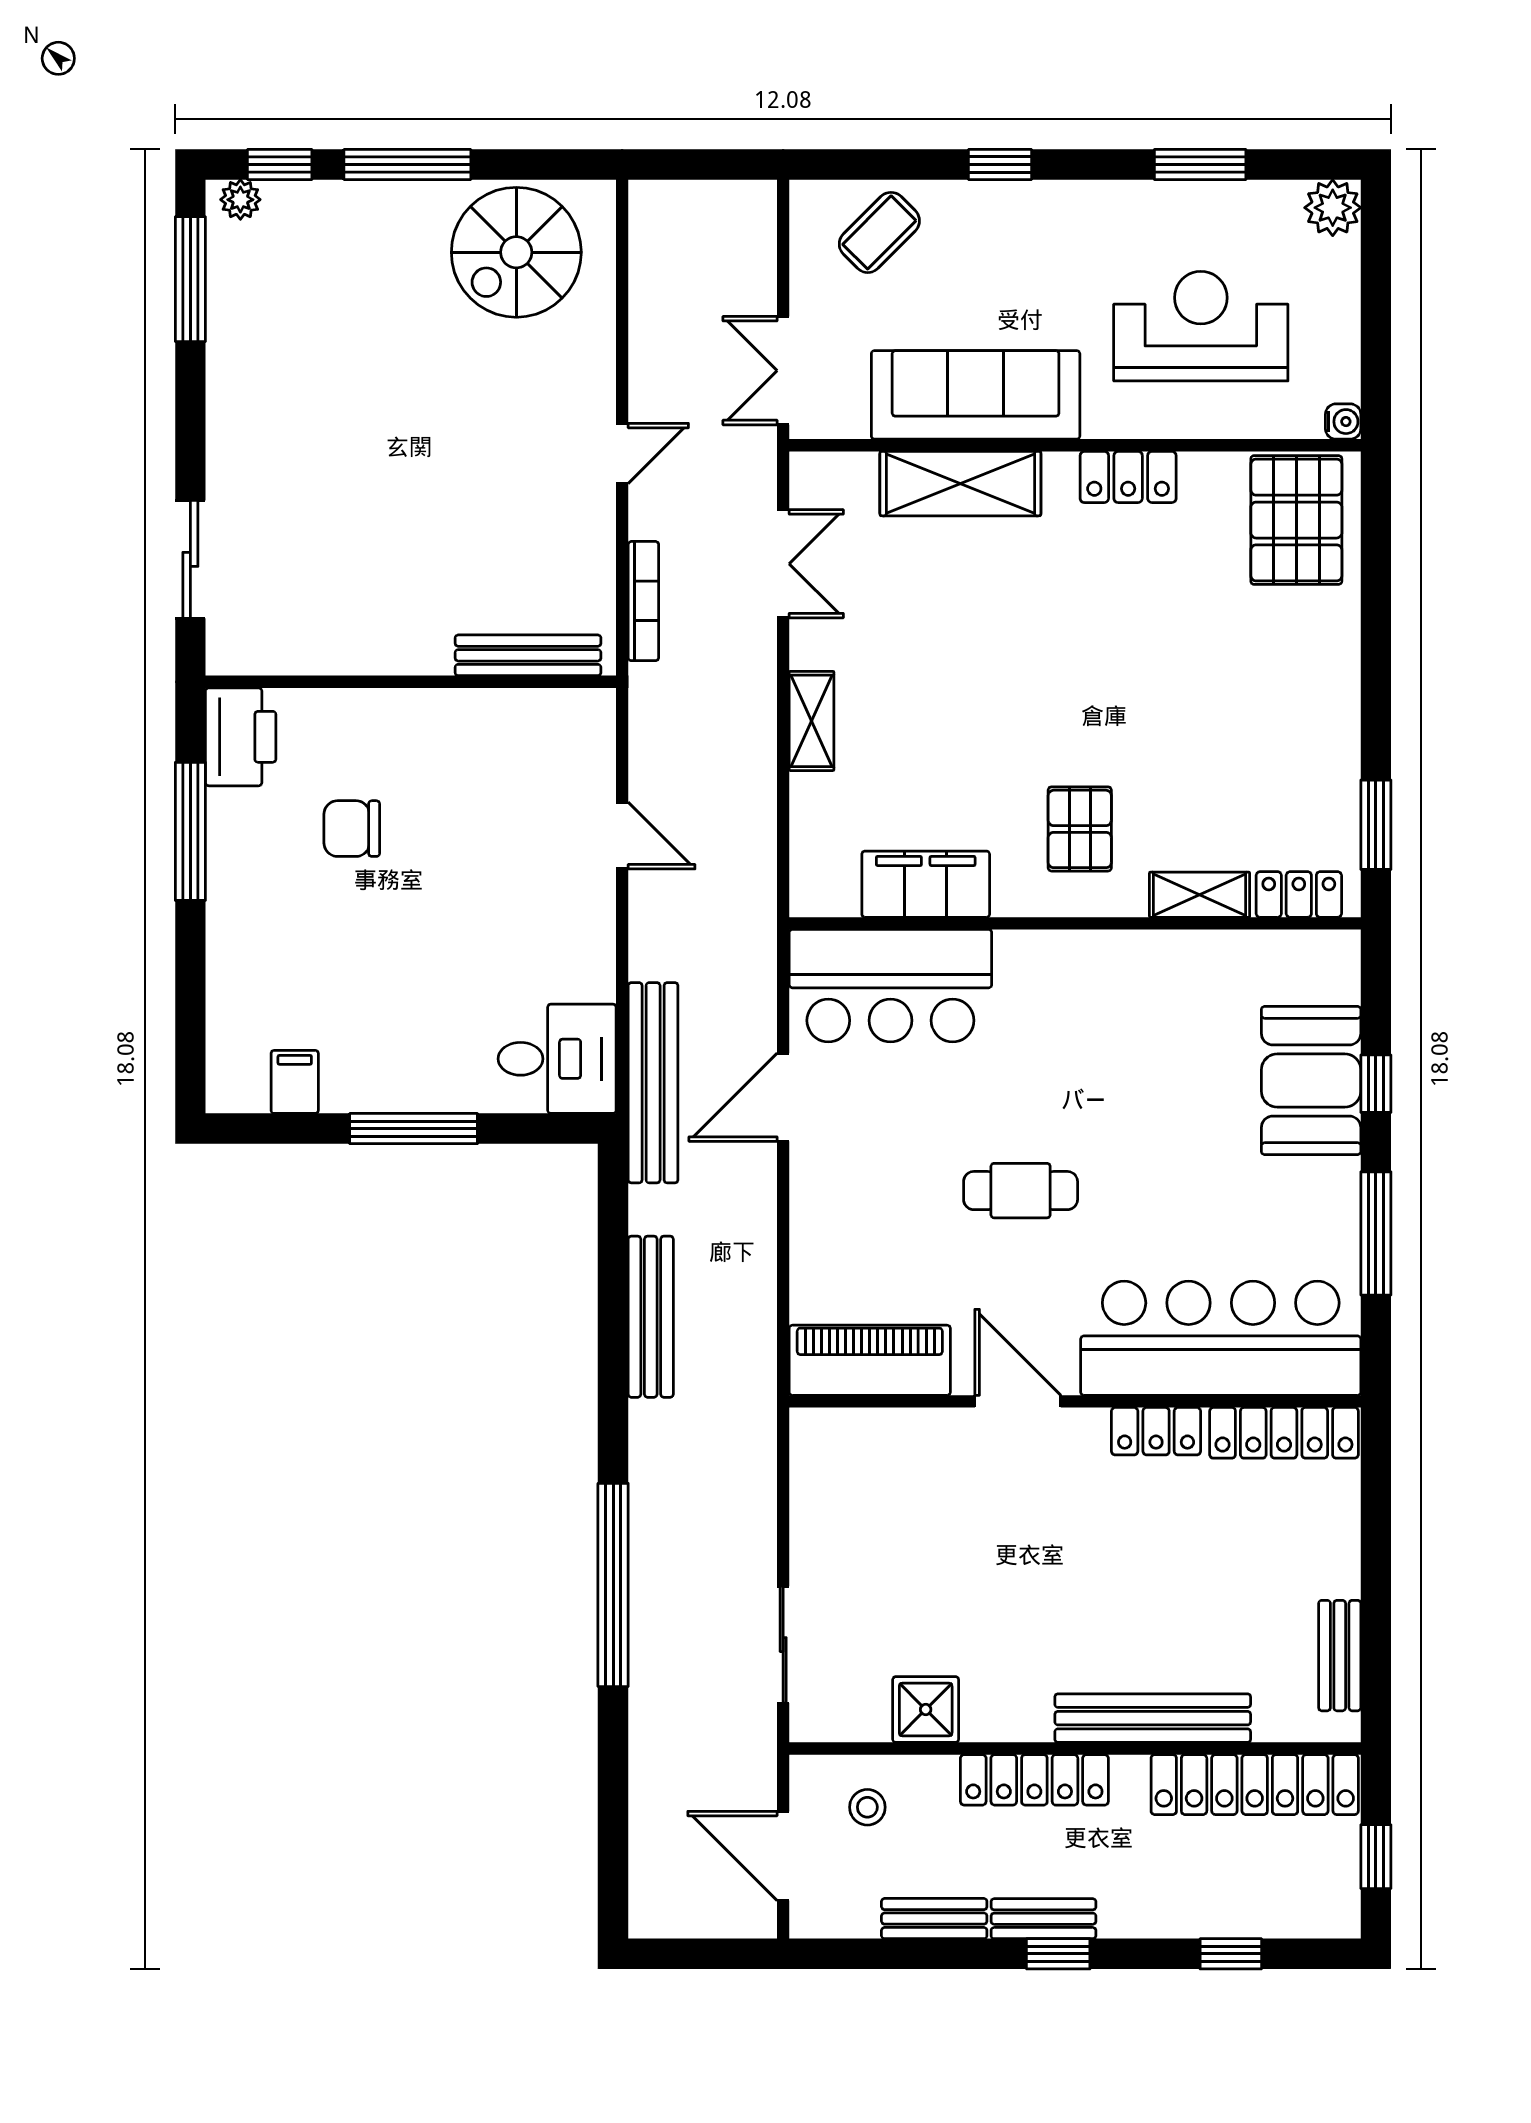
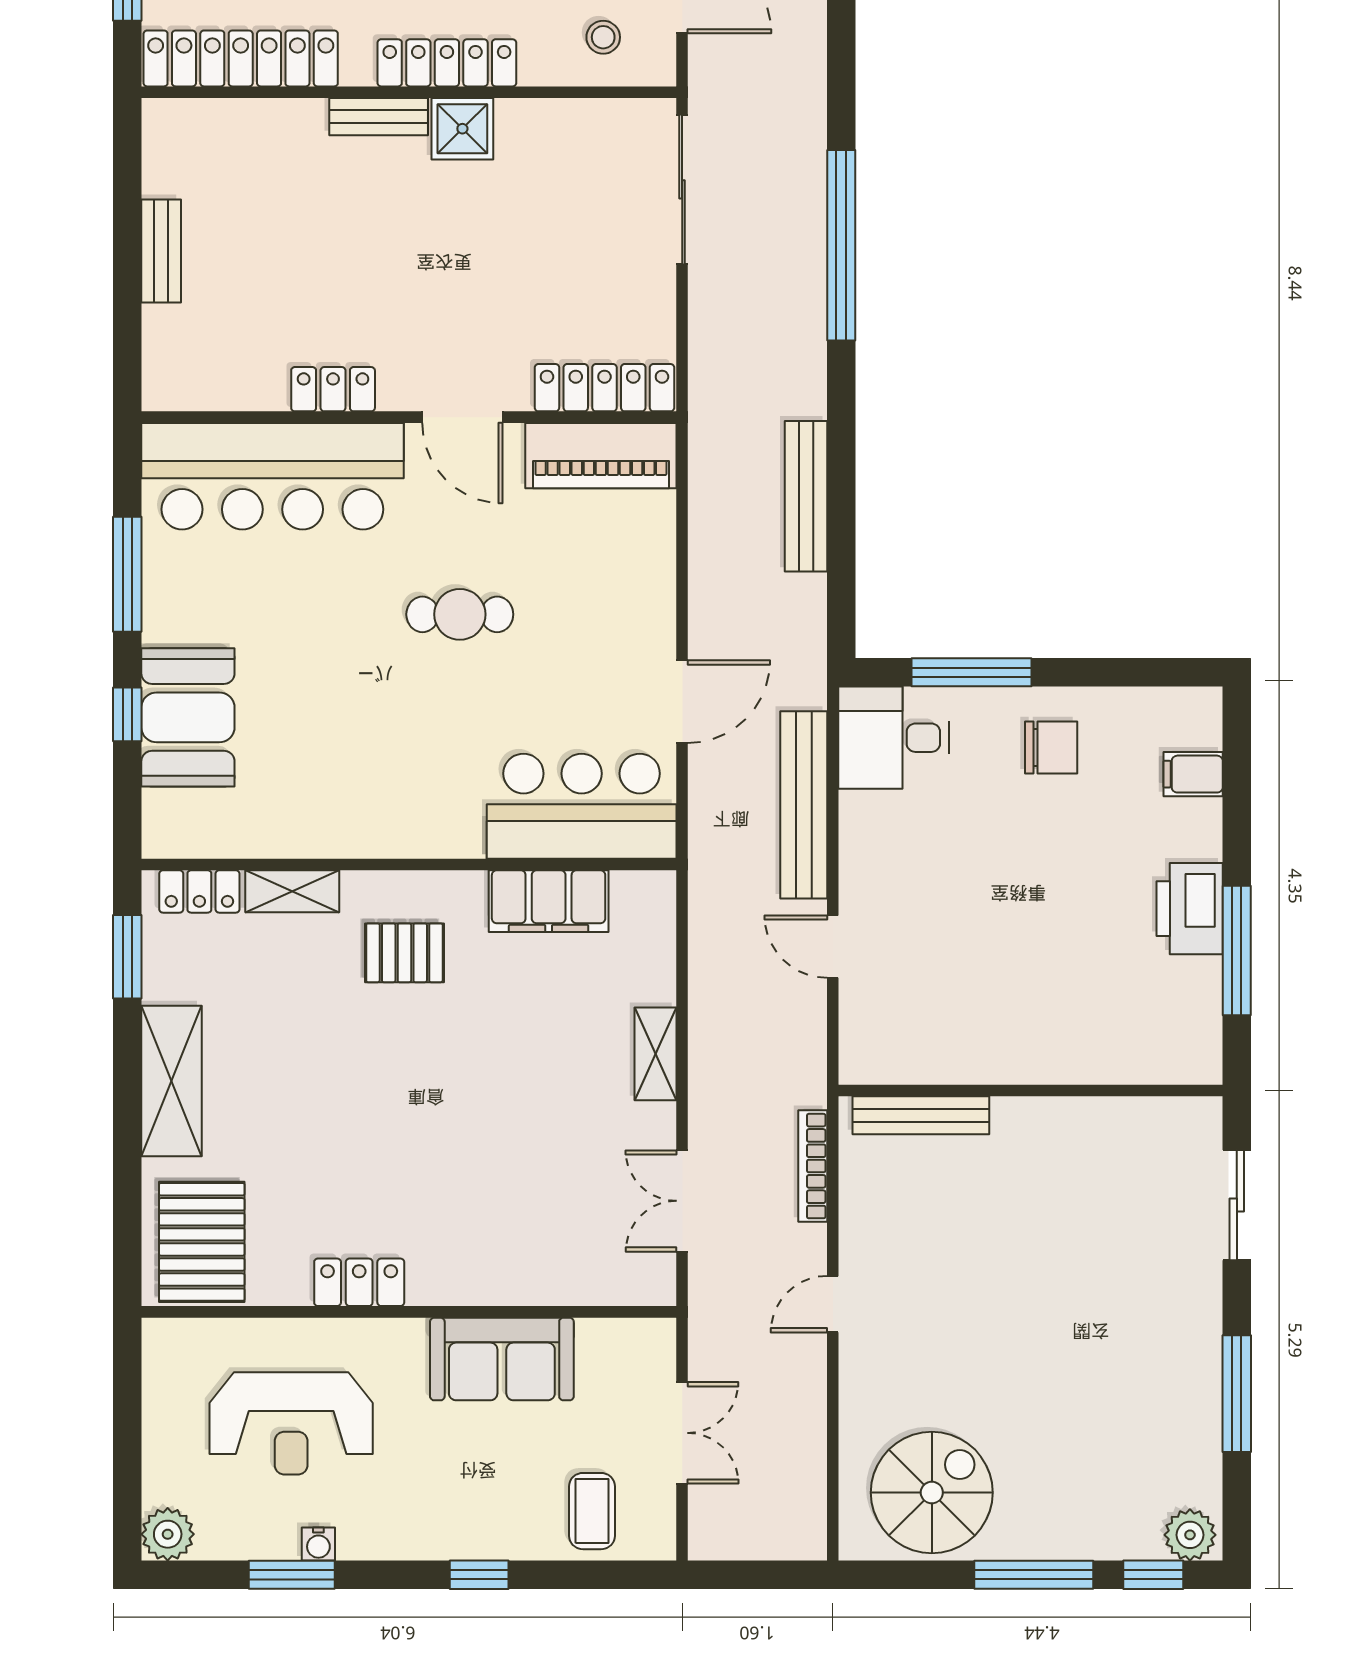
plant: (240, 200) -> (1190, 1535), width x1.38, depth x1.38
coffee table: (879, 232) -> (592, 1511), turned -45
window: (190, 279) -> (1237, 1394), moved
double door: (783, 371) -> (682, 1433), moved
sofa: (976, 395) -> (502, 1359), width x0.73
water cooler: (1343, 422) -> (318, 1544), moved, turned -90
shelving: (960, 484) -> (172, 1081), moved, turned 90
printer: (241, 737) -> (1190, 909), moved
chair: (352, 829) -> (1051, 748), moved
pallet: (1080, 829) -> (404, 953), turned 90
filing cabinet: (295, 1082) -> (1193, 774), moved, turned 90
bench: (653, 1083) -> (804, 805), moved
window: (414, 1129) -> (971, 672), moved
locker: (1284, 1433) -> (604, 388), moved
sliding door: (783, 1645) -> (682, 189), width x1.37
bench: (1340, 1656) -> (161, 251), moved
shower: (926, 1710) -> (462, 129), moved
bench: (1153, 1718) -> (379, 117), width x0.54, depth x0.82

